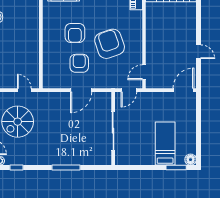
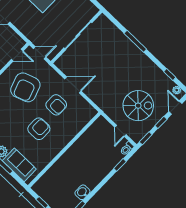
armchair: (110, 44) -> (25, 87), moved
armchair: (79, 63) -> (56, 105), turned -90
door: (24, 90) -> (120, 131), moved

